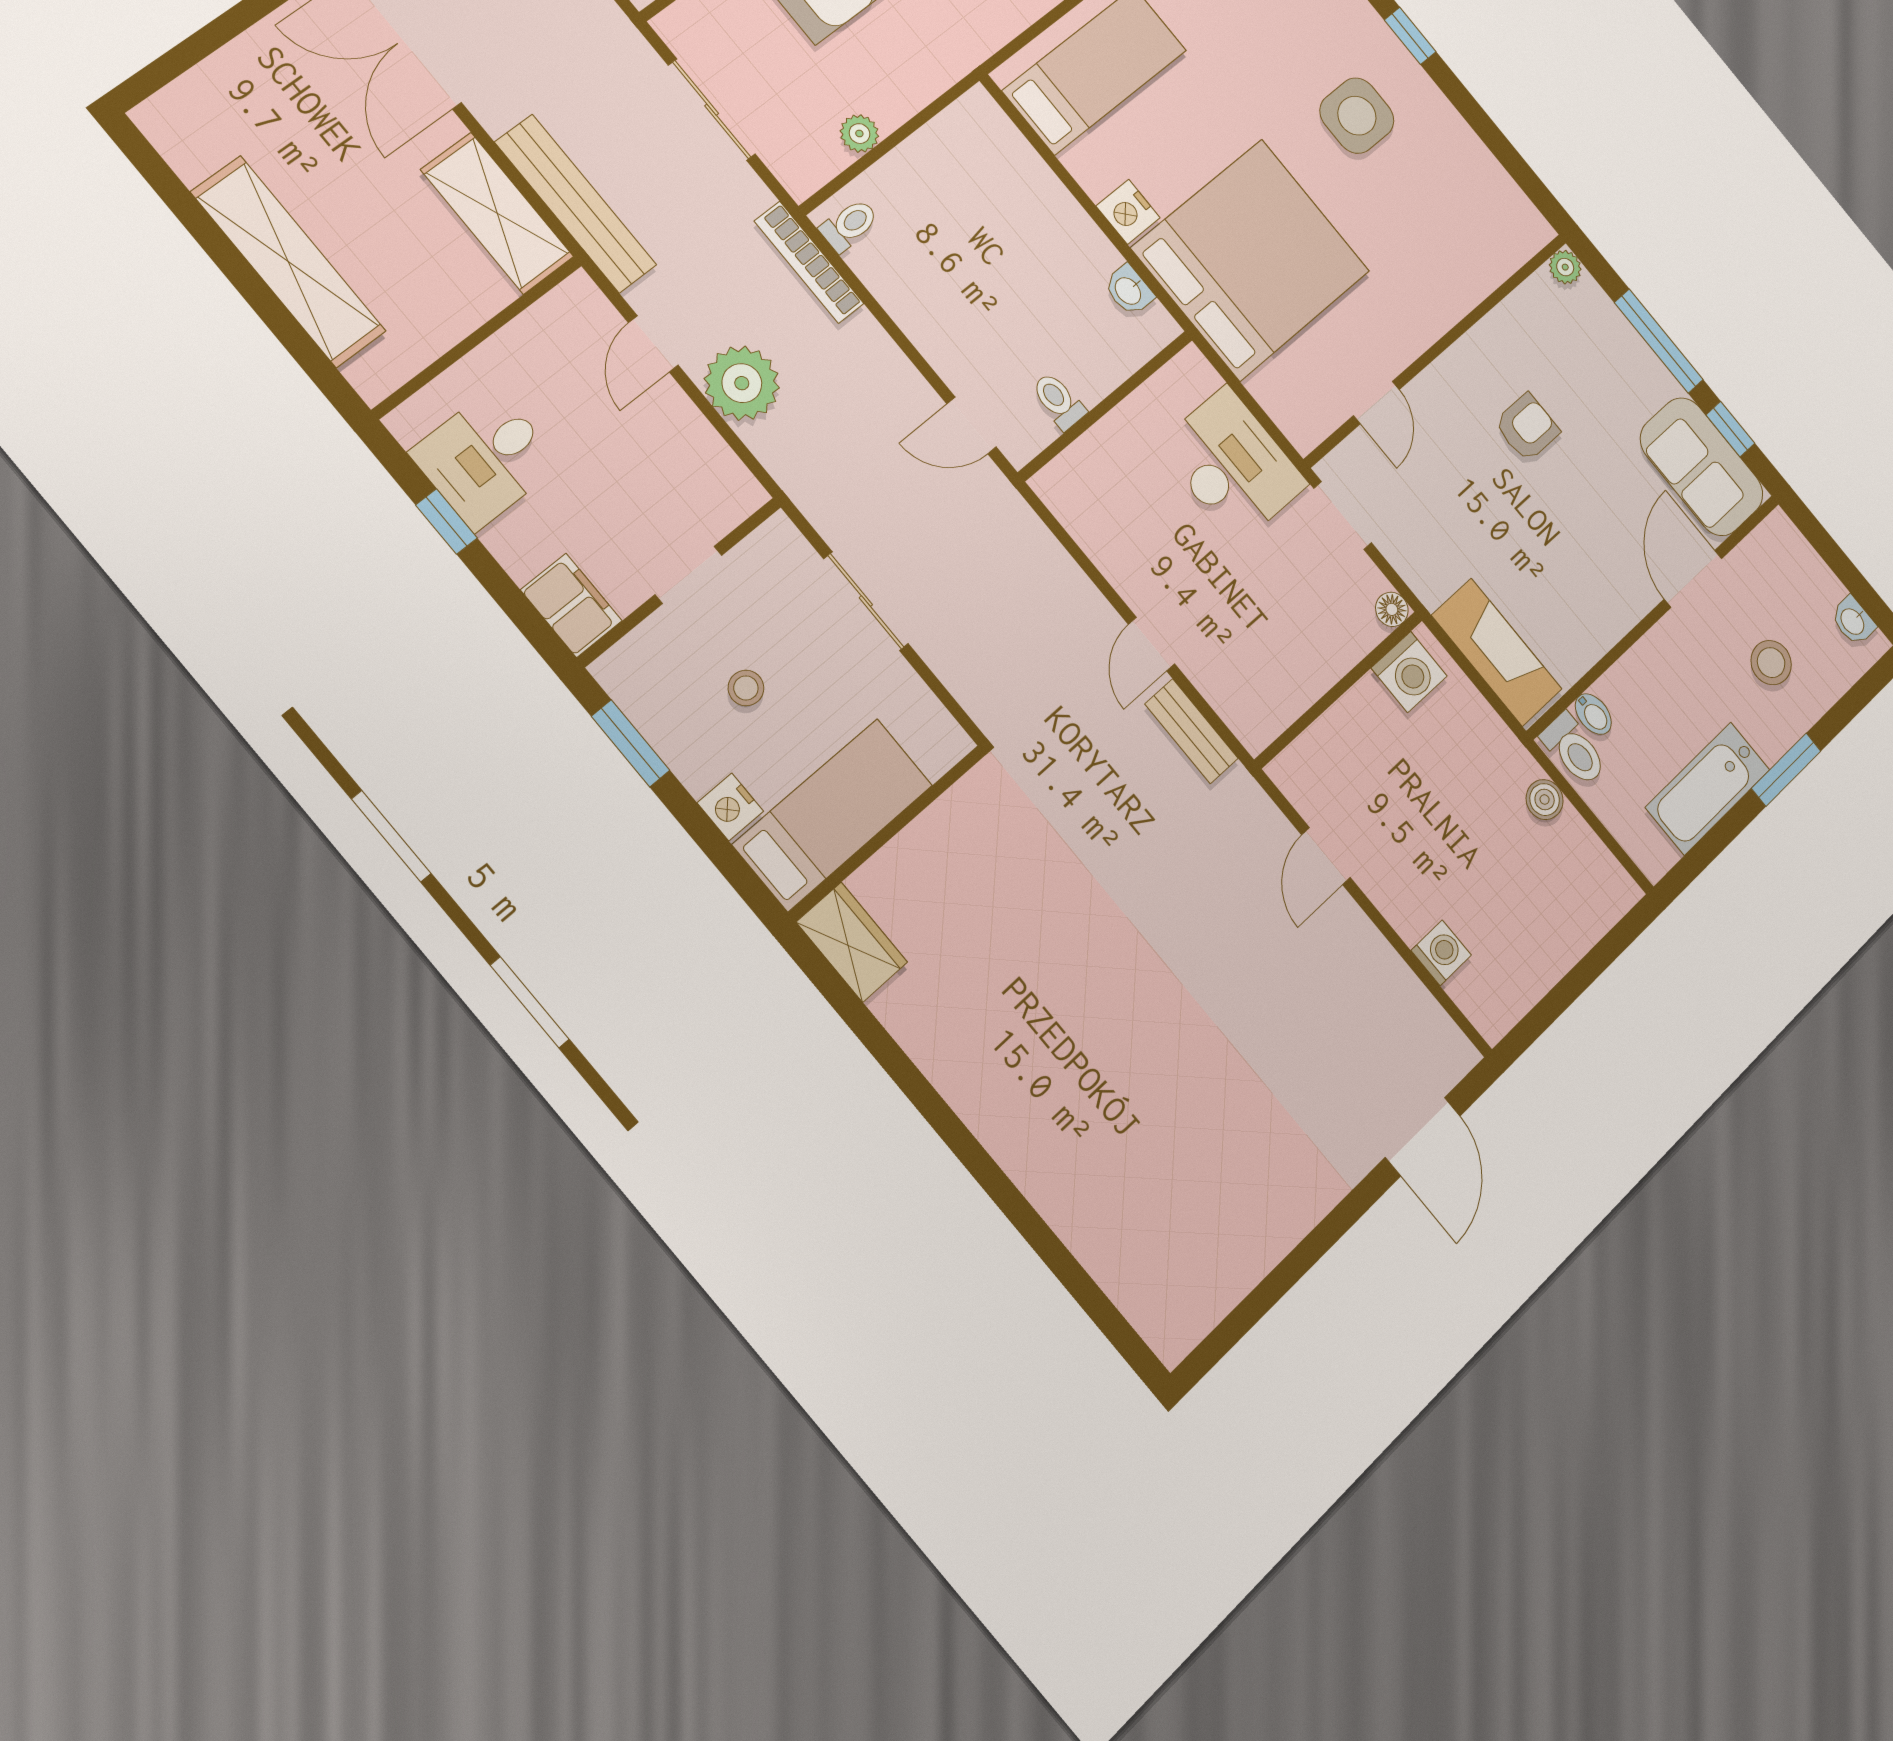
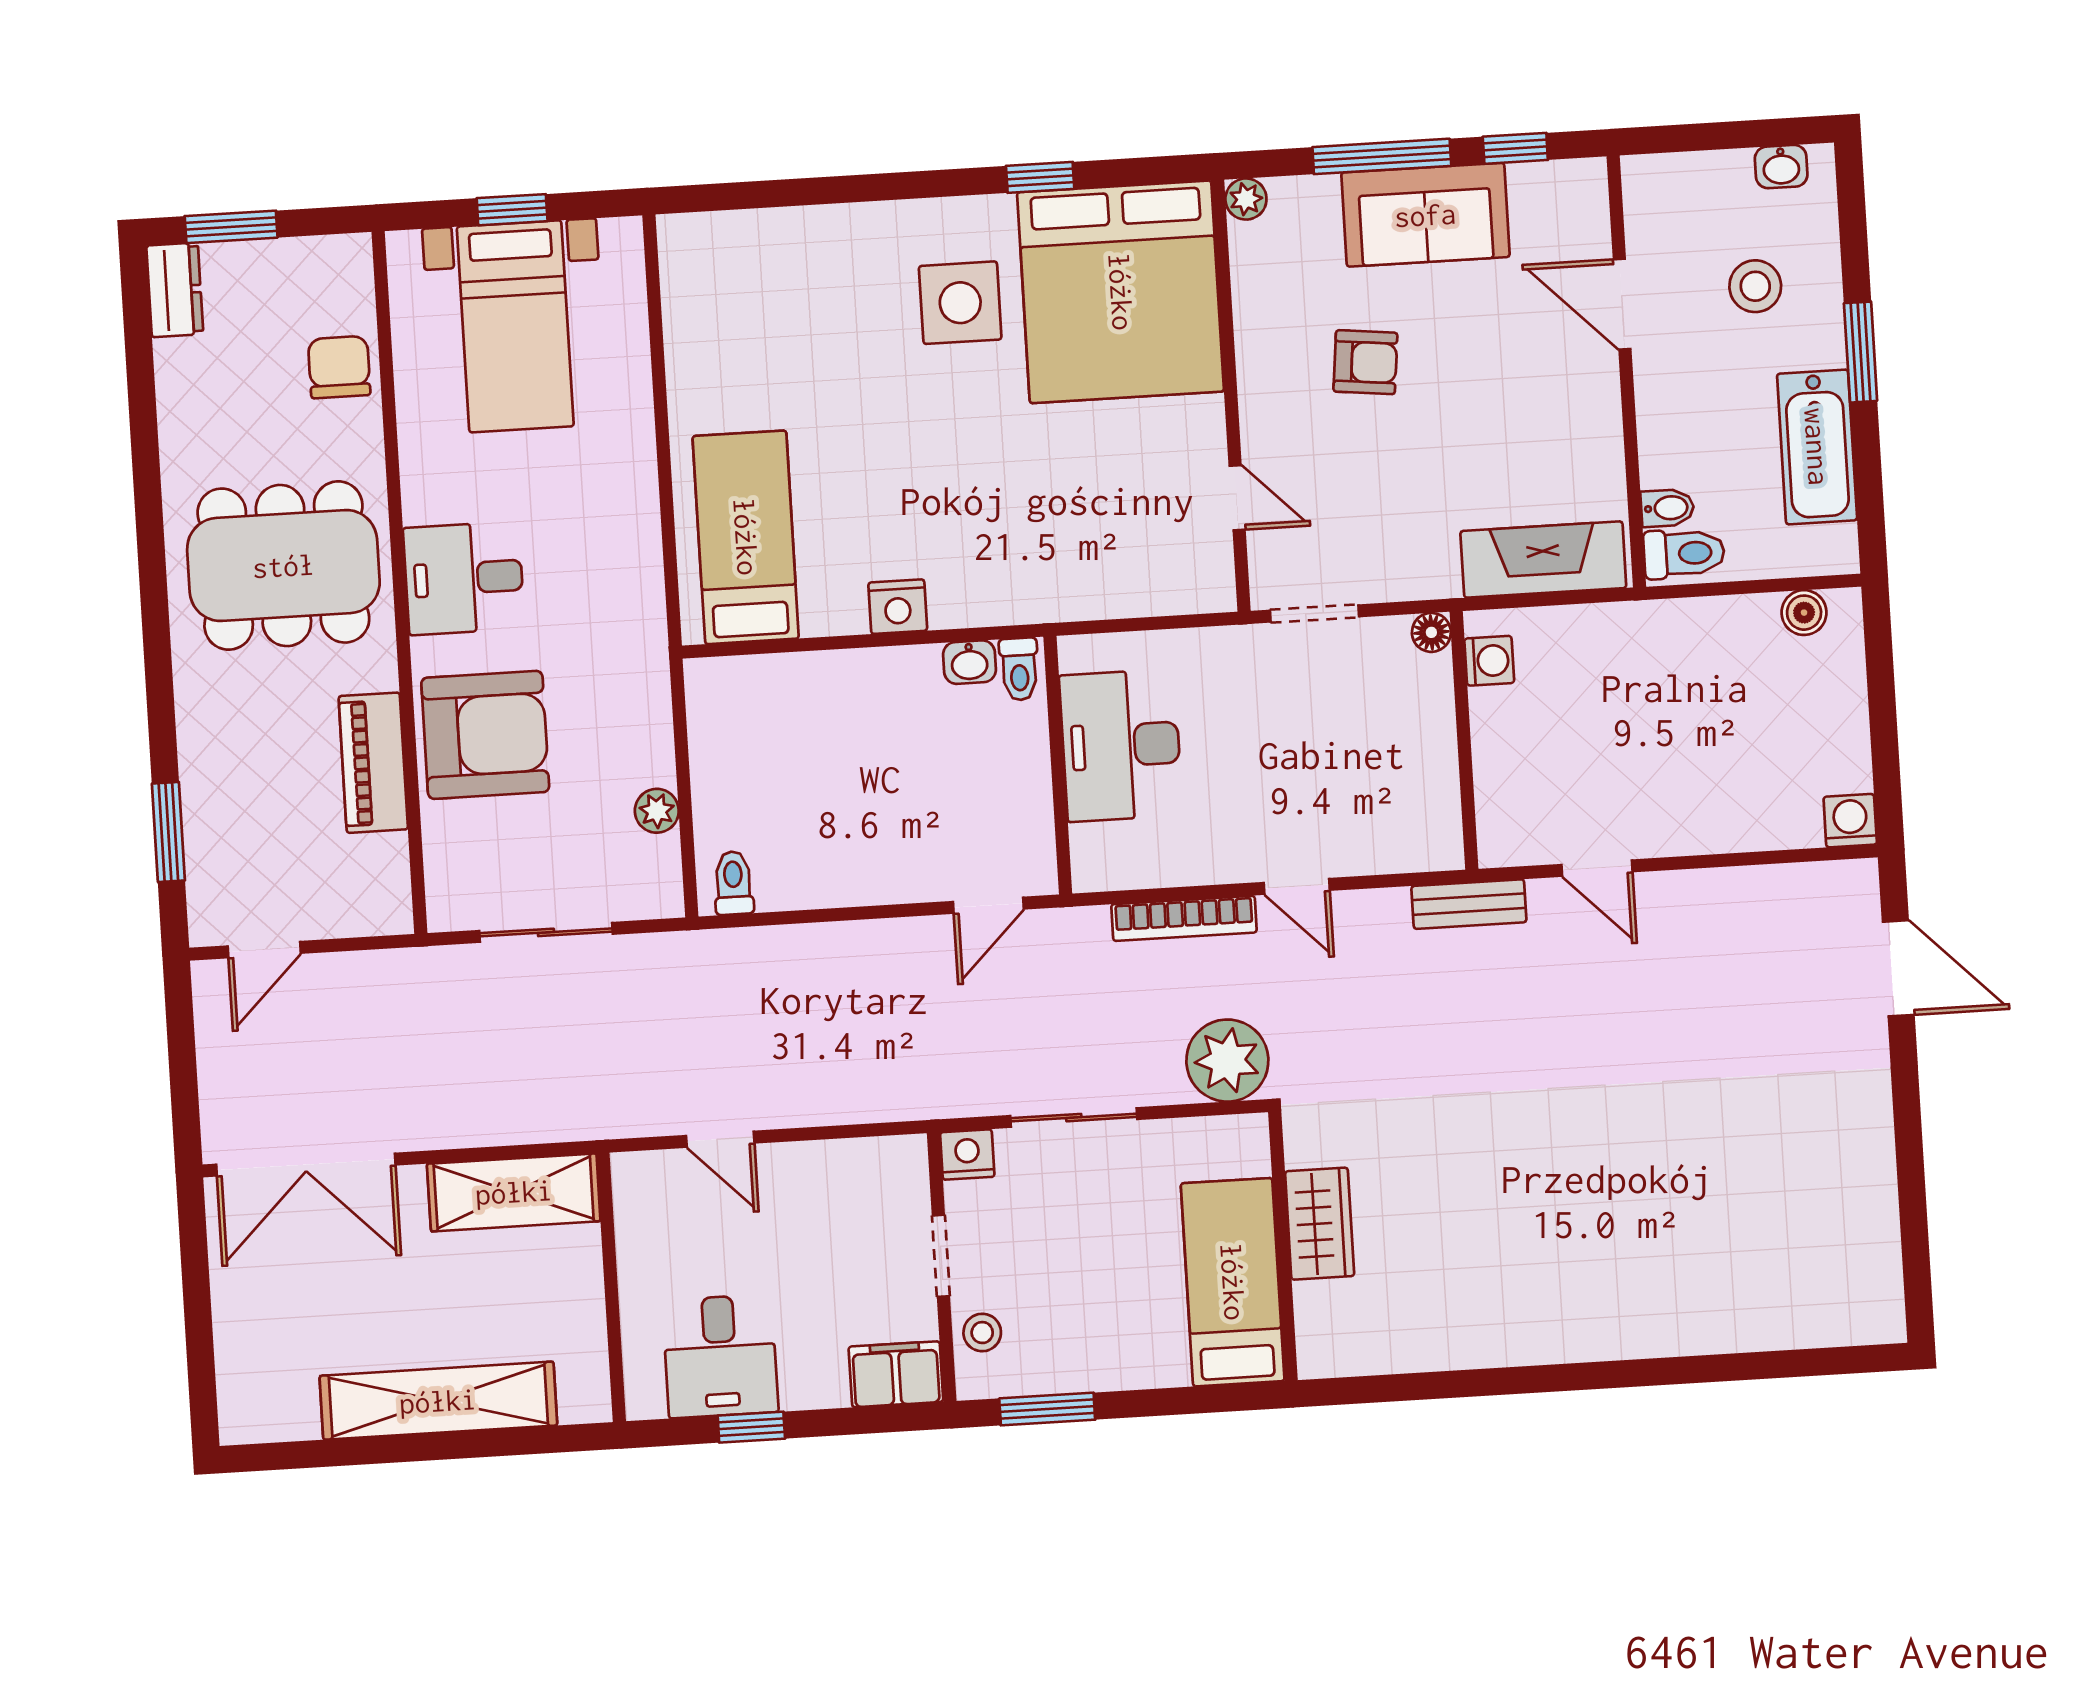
window: (1410, 36) -> (1040, 177), moved
bench: (576, 204) -> (551, 1117), removed
bed: (1251, 260) -> (1121, 292), moved, turned 180
bookcase: (809, 262) -> (1184, 918), moved
plant: (742, 383) -> (1227, 1061), moved
toilet: (1059, 401) -> (1019, 669), moved, turned -90
armchair: (1527, 427) -> (1365, 362), turned 96
desk: (1232, 465) -> (1121, 745), moved, turned -90
sofa: (1702, 467) -> (1425, 215), moved
washing machine: (1409, 672) -> (1489, 661), width x0.73, depth x0.73
stool: (746, 688) -> (982, 1333), moved
bench: (1192, 731) -> (1469, 904), moved
boiler: (1545, 800) -> (1804, 613), moved
nightstand: (730, 807) -> (967, 1155), moved, turned 180
wardrobe: (852, 942) -> (1320, 1224), moved, turned 90
washing machine: (1441, 953) -> (1850, 821), moved

